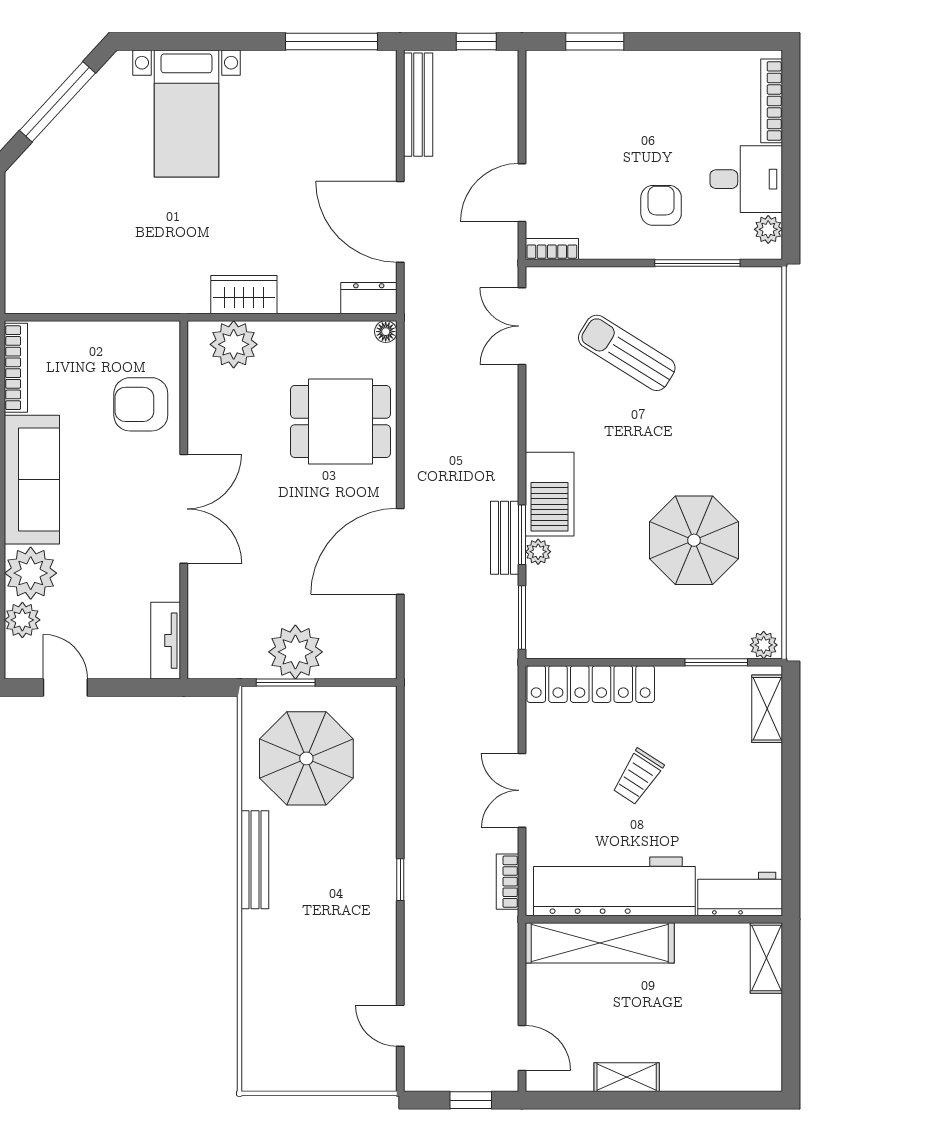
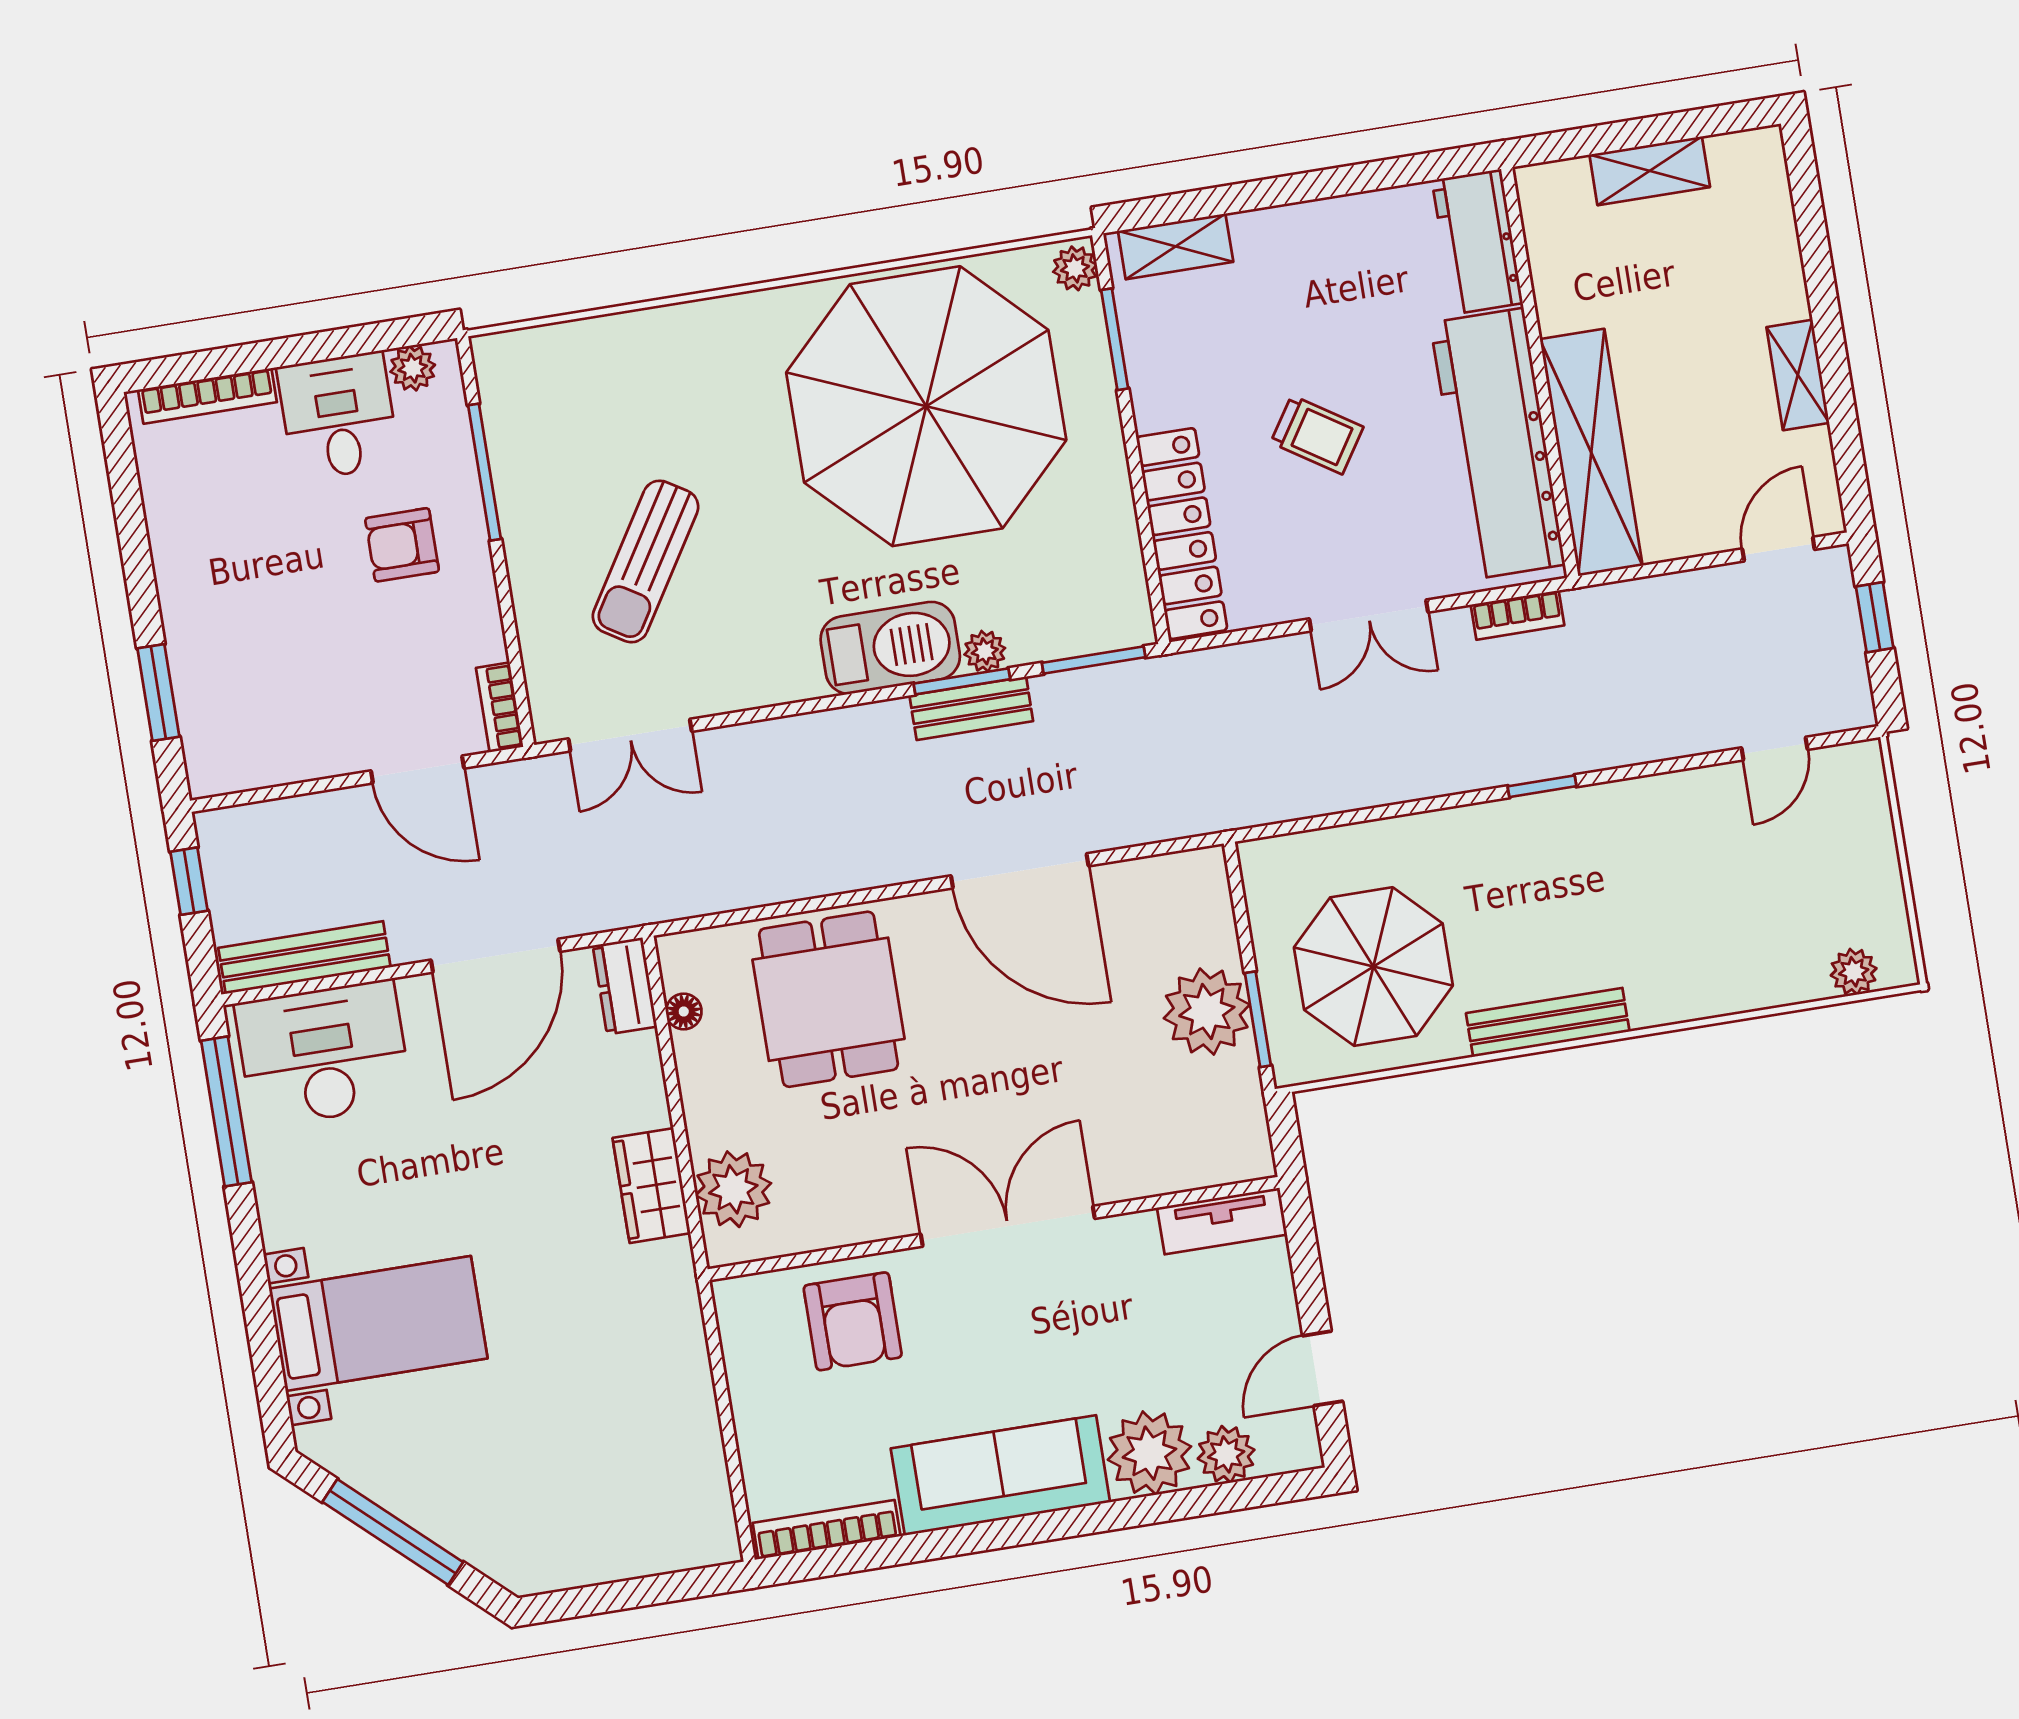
desk: (357, 107) -> (323, 1054), added
floor lamp: (386, 332) -> (684, 1011), moved
parasol: (694, 540) -> (926, 406), width x1.86, depth x1.86
shelving: (766, 958) -> (1650, 171), moved
plant: (256, 1052) -> (1854, 972), added

